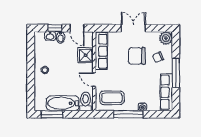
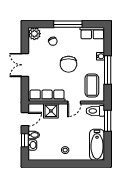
chair: (137, 56) -> (68, 64), moved
row of seats: (166, 92) -> (92, 33), width x0.68
bathtub: (63, 103) -> (97, 145), moved
window: (52, 114) -> (108, 121), moved

